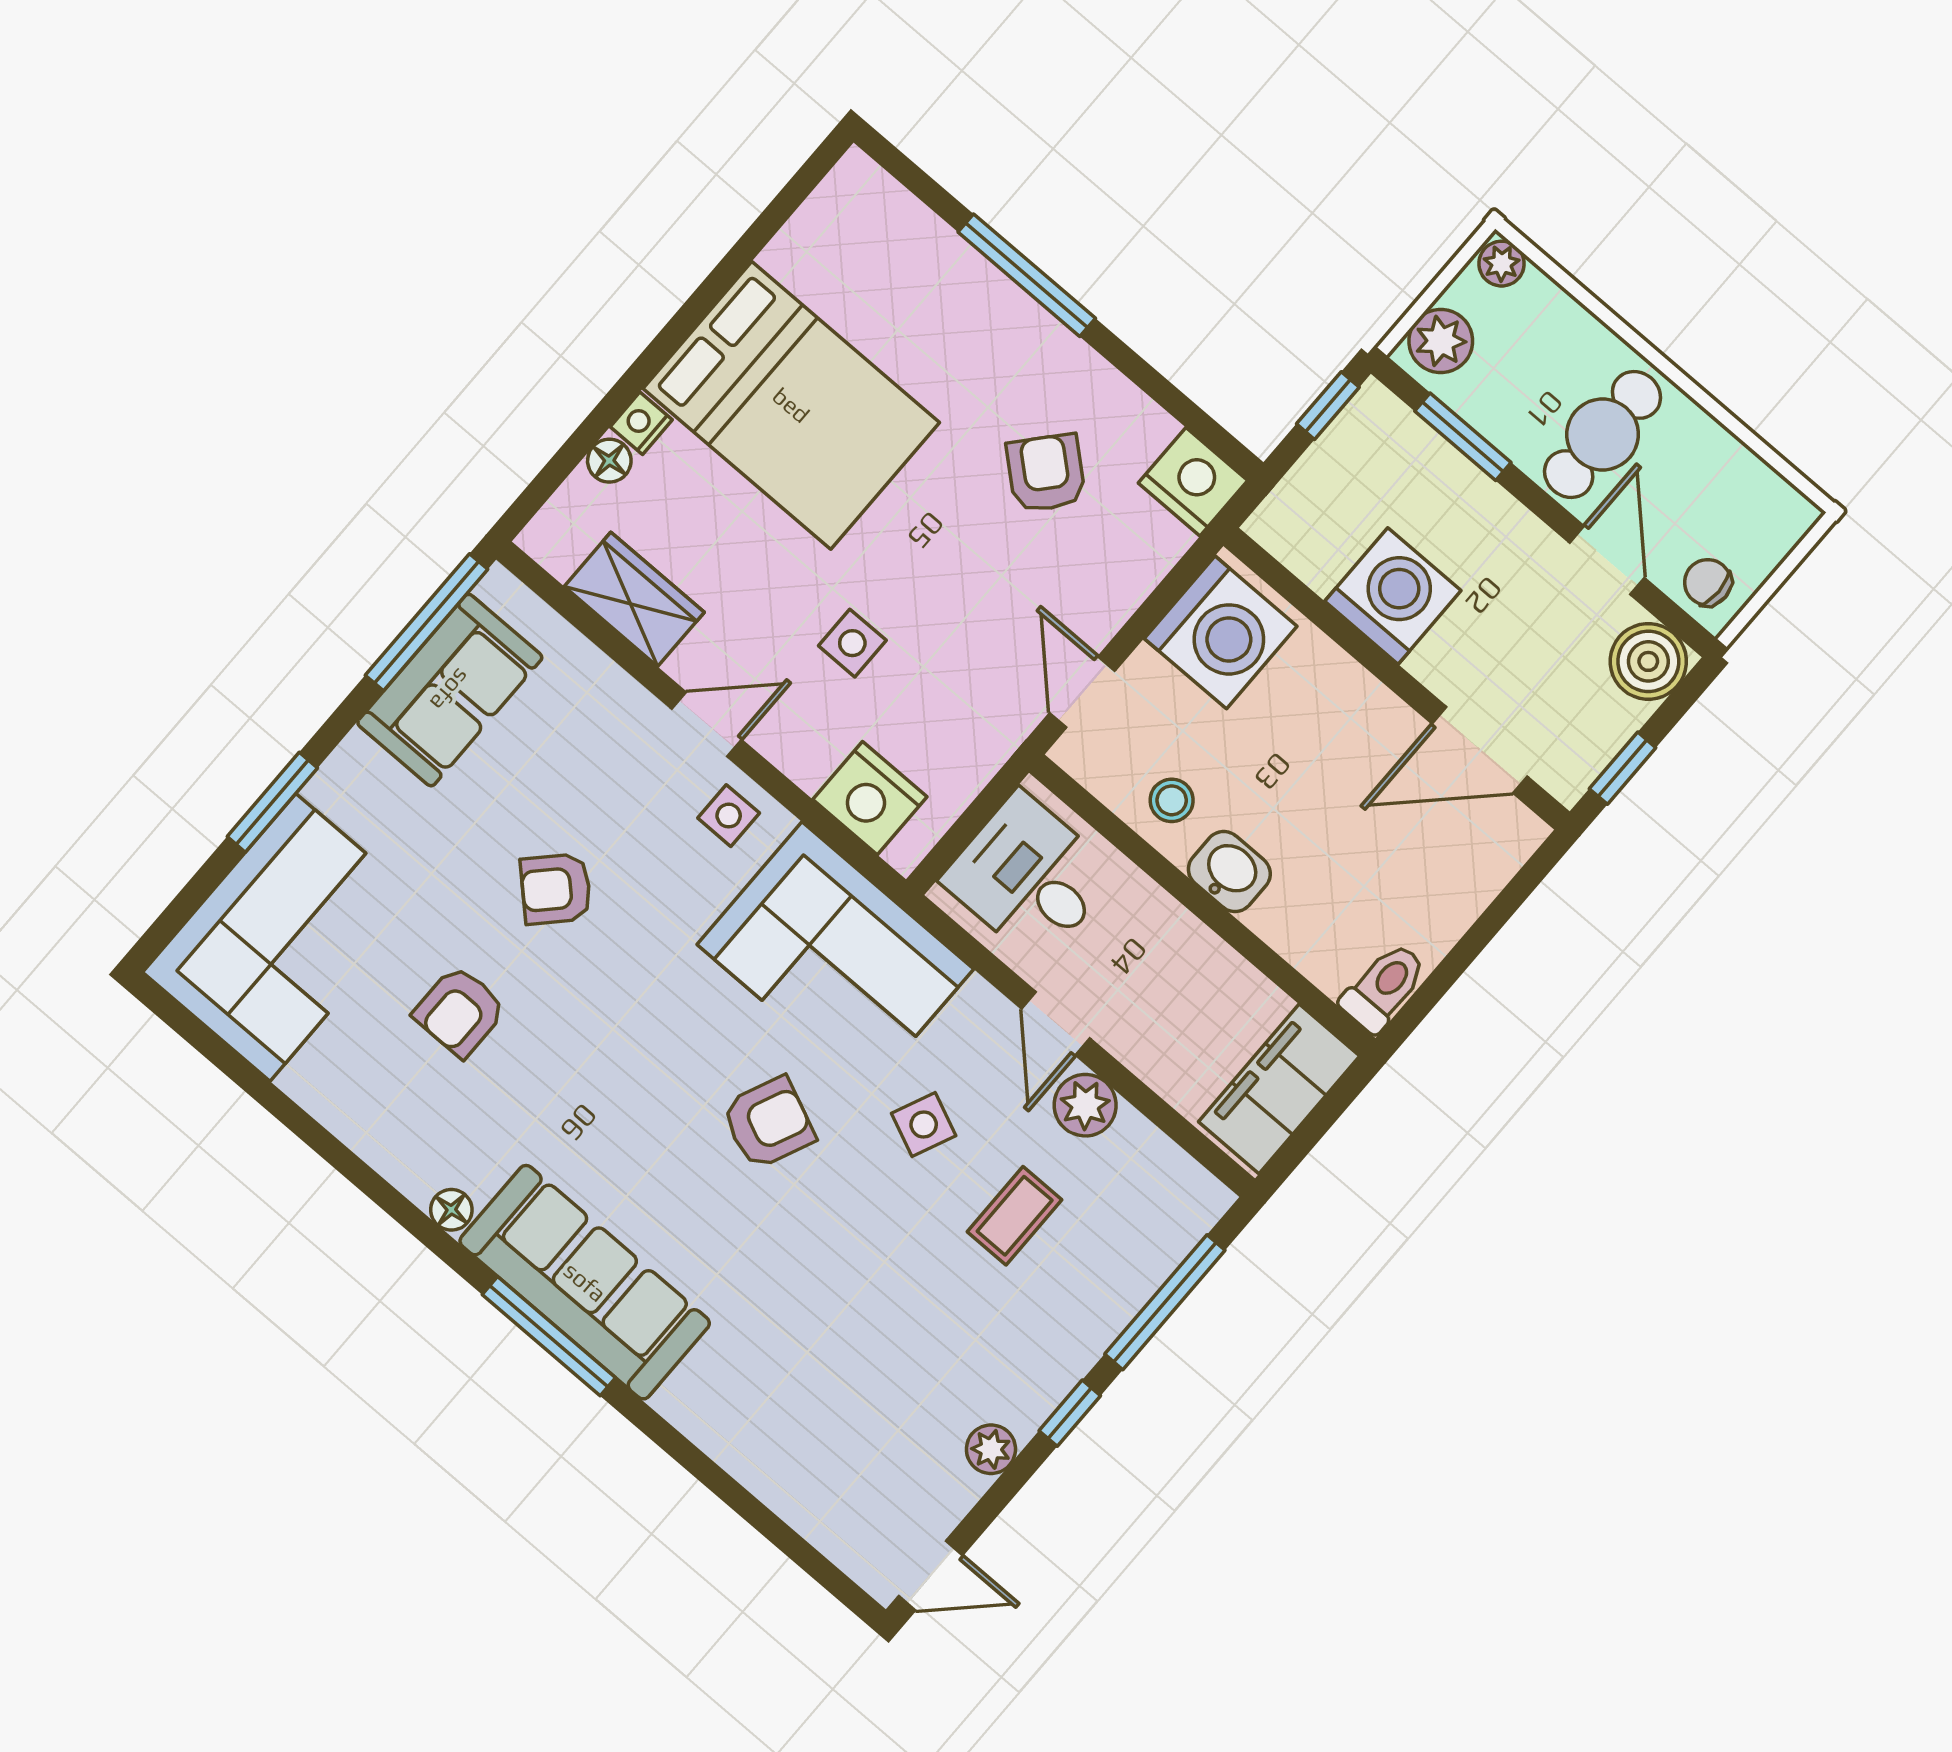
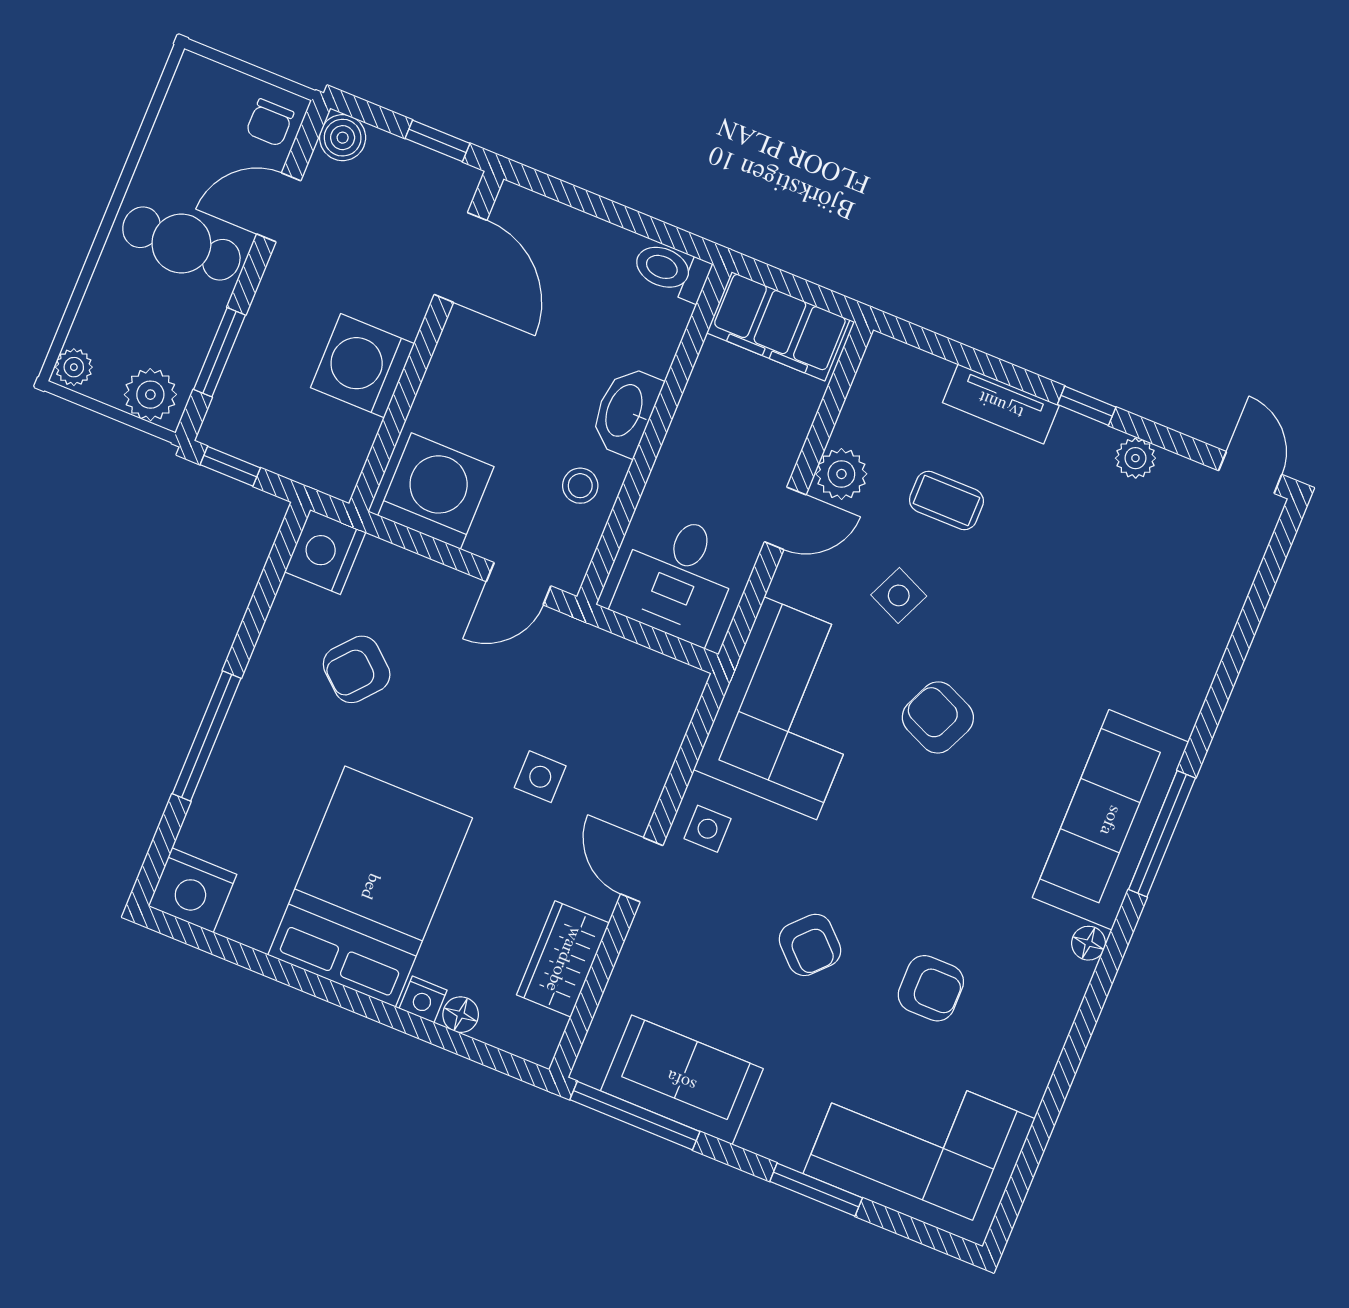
boiler: (1648, 661) -> (343, 138), width x0.73, depth x0.73
nightstand: (870, 798) -> (192, 890), moved, turned 90
washbasin: (1229, 872) -> (625, 411), width x1.38
window: (1165, 1302) -> (975, 360), removed
tv unit: (1105, 1315) -> (1001, 404), added

